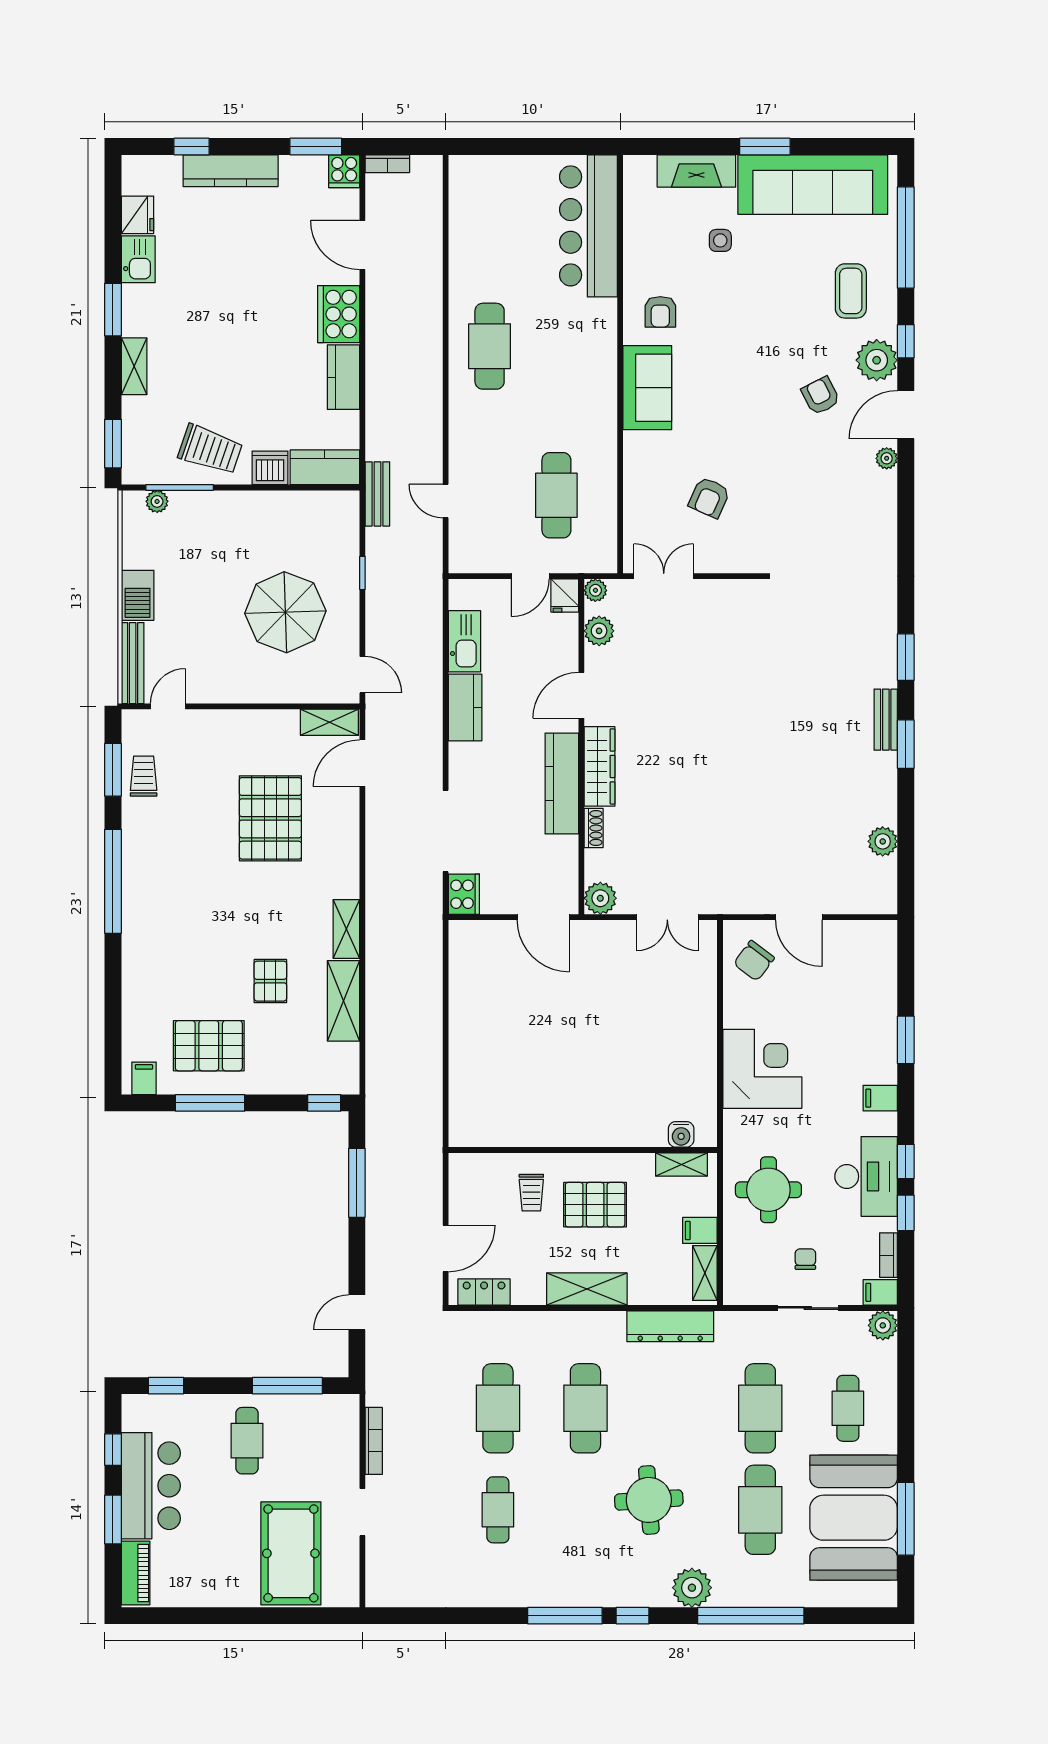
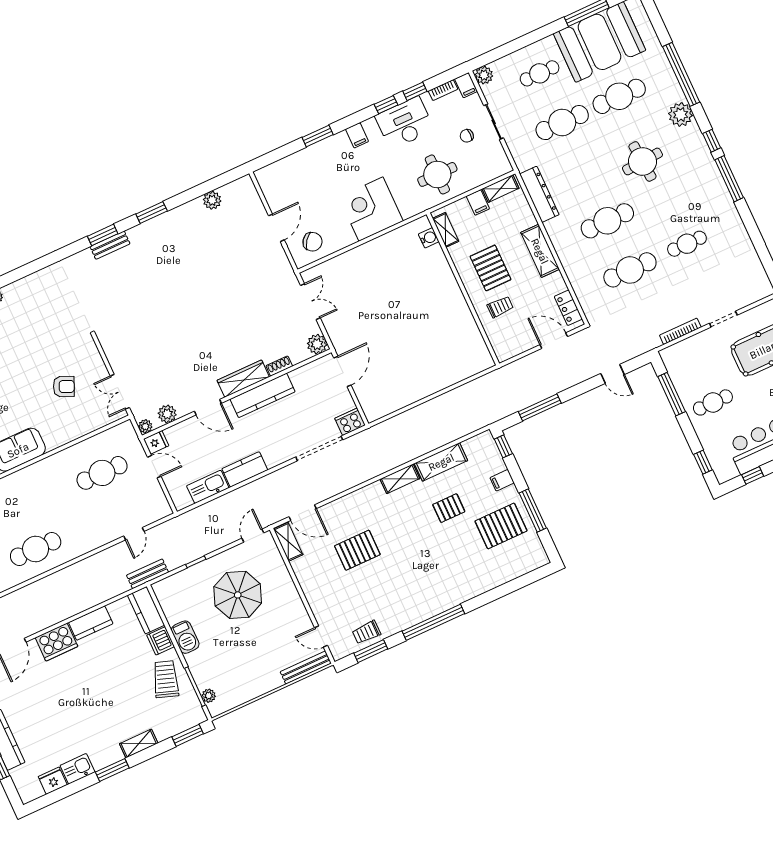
barbecue: (138, 595) -> (185, 637), moved, turned 90
bench: (886, 720) -> (110, 245), moved
pallet: (270, 818) -> (357, 550), width x0.73, depth x0.71
pallet: (209, 1046) -> (501, 526), turned 90
filing cabinet: (144, 1078) -> (502, 480), moved

